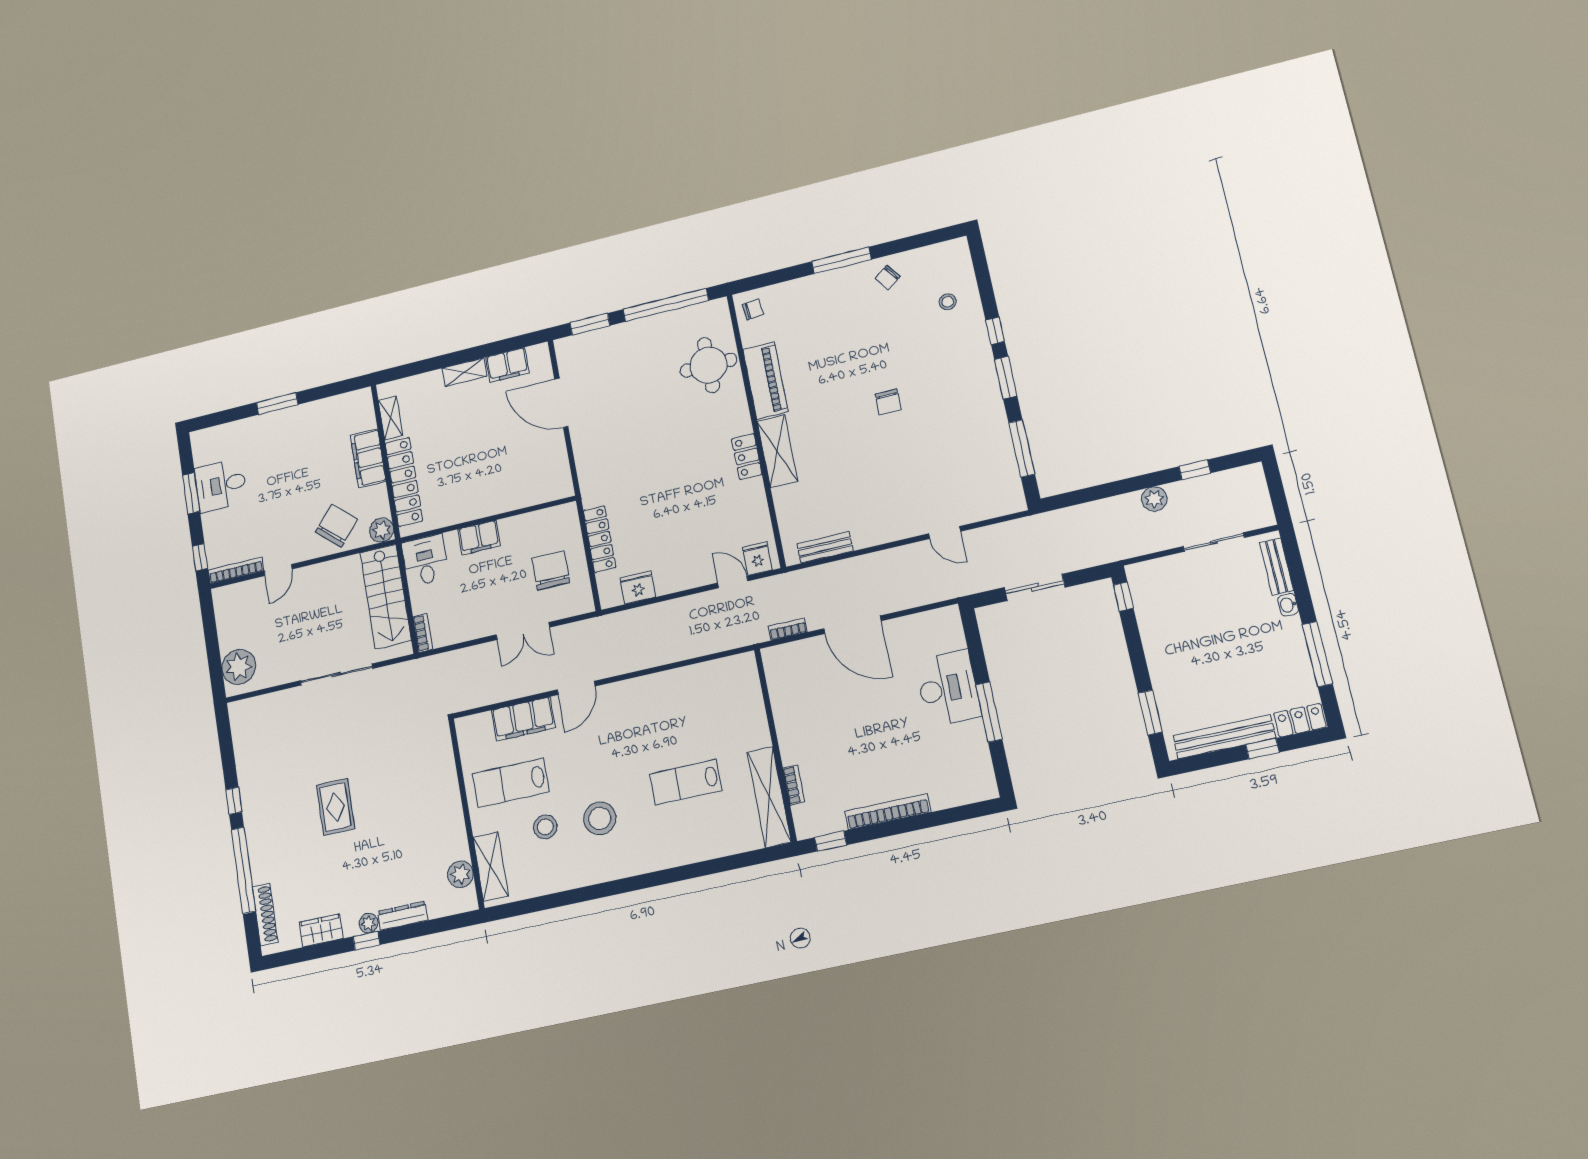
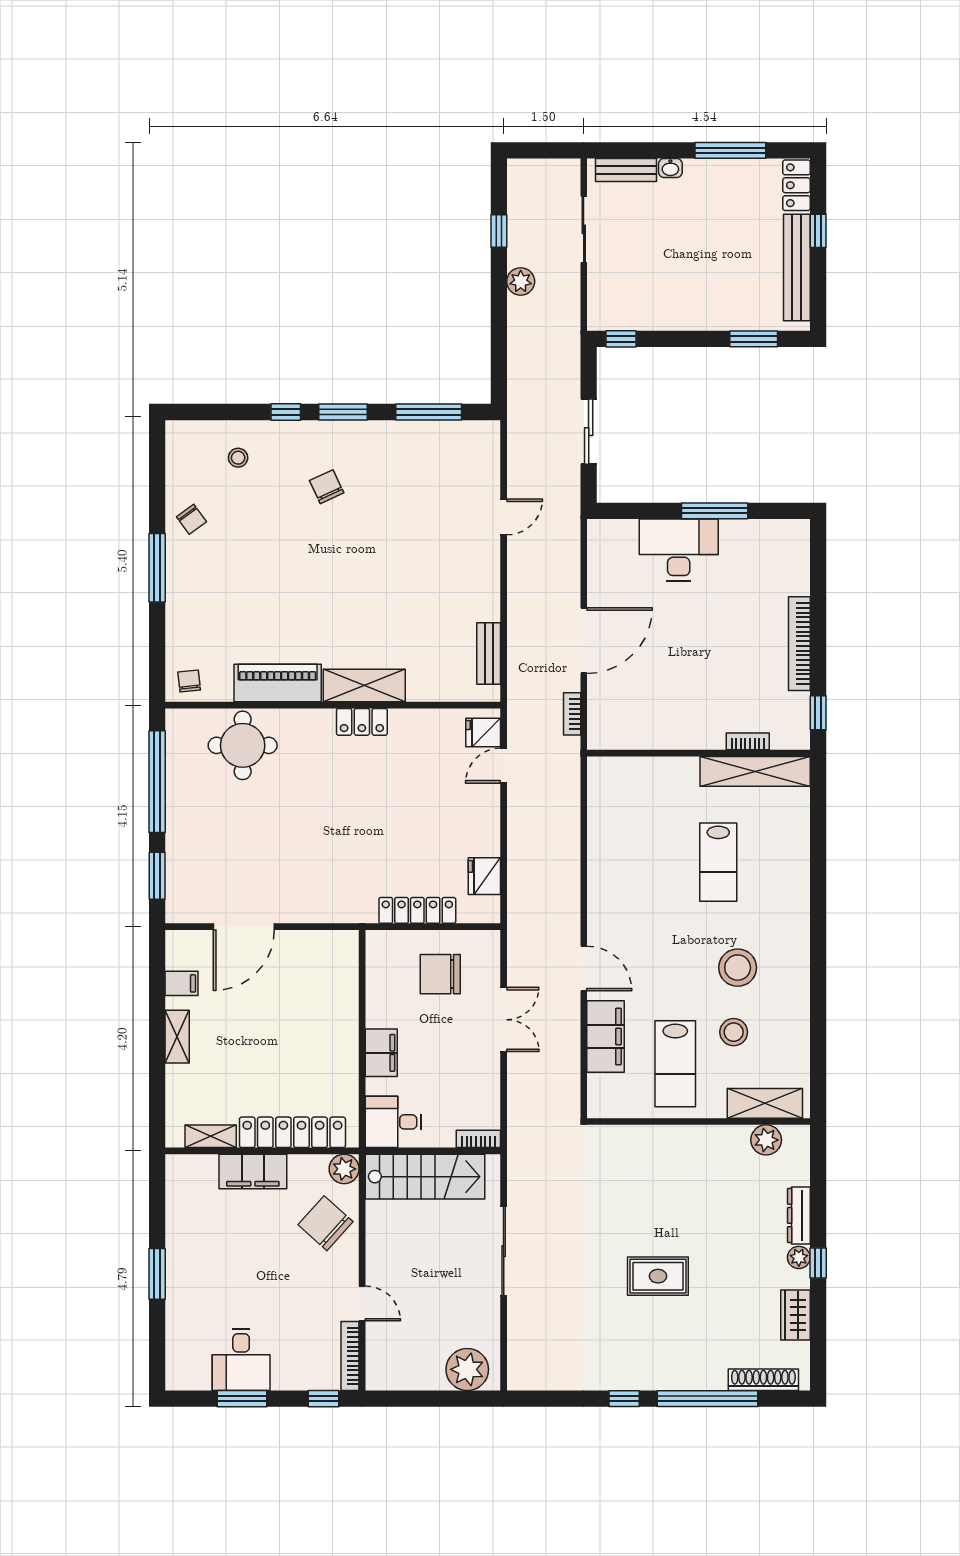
filing cabinet: (507, 365) -> (182, 983), width x0.50
chair: (888, 402) -> (327, 487), moved, turned -115

